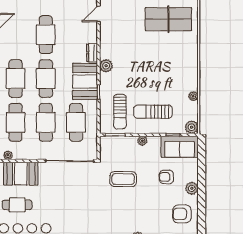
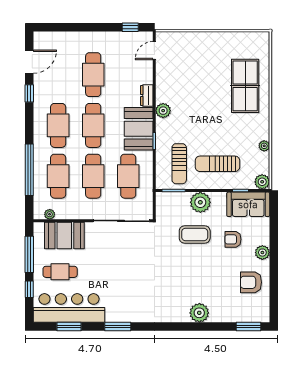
table tennis table: (168, 19) -> (245, 86), moved, turned 90
plant: (142, 141) -> (200, 202), width x1.88, depth x1.88
coffee table: (123, 179) -> (195, 234), moved

